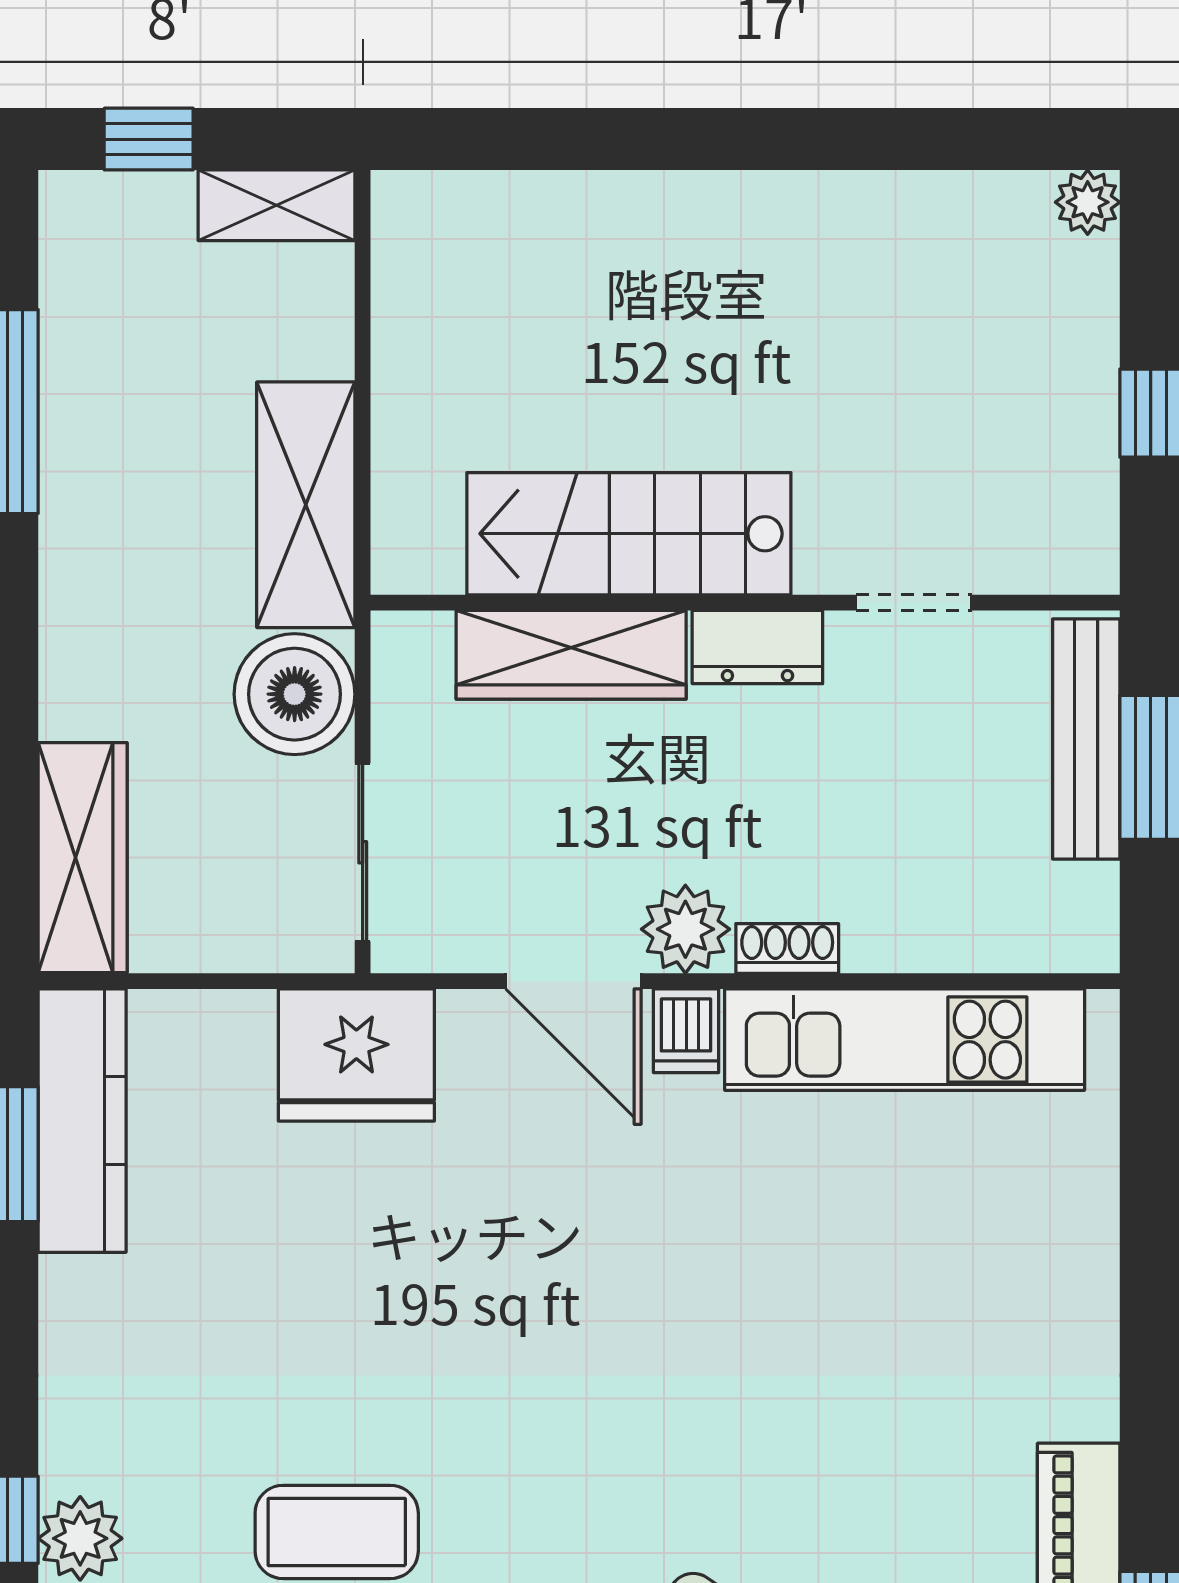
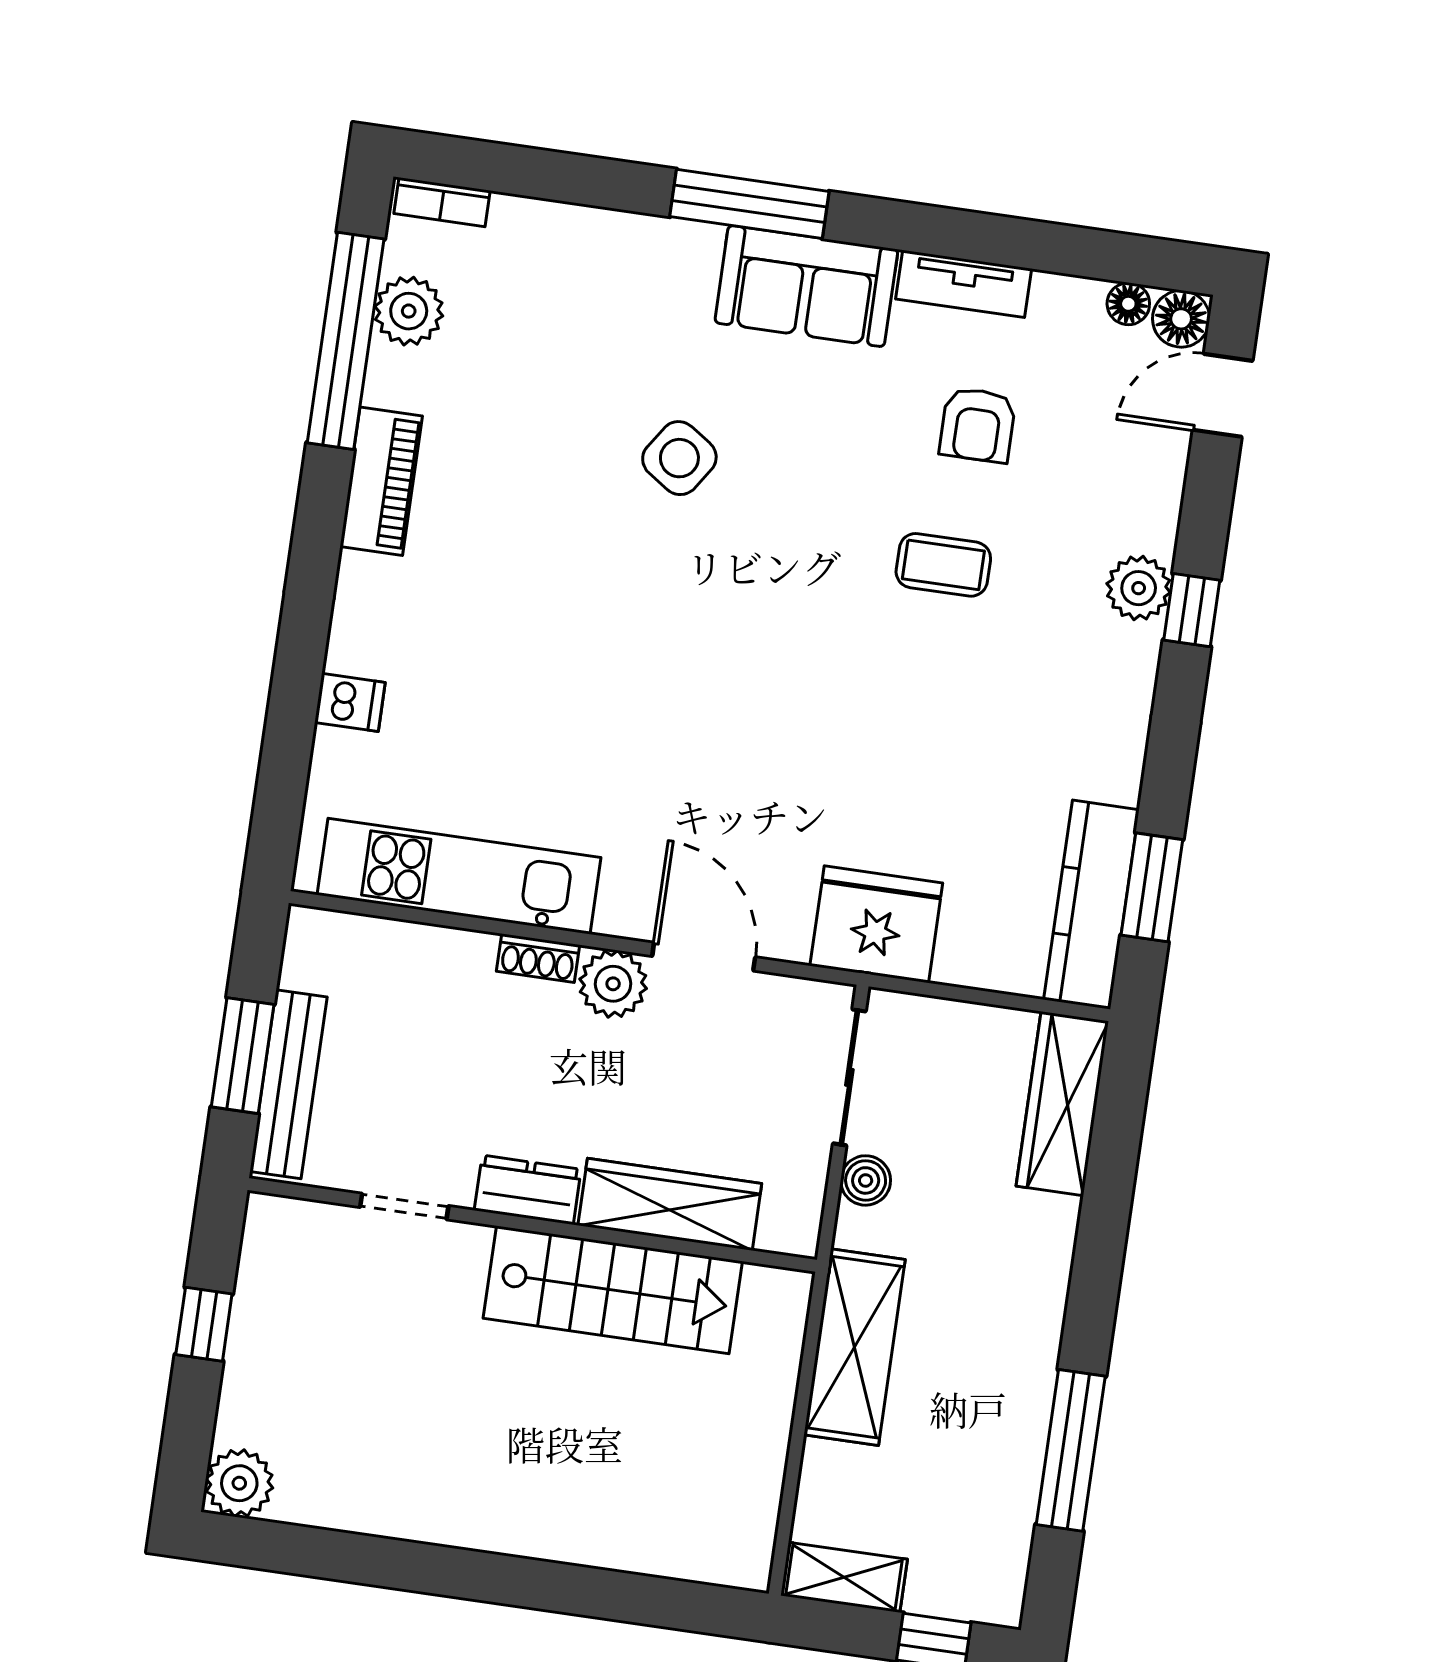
plant: (1088, 202) -> (239, 1483), width x1.38, depth x1.38
boiler: (295, 694) -> (866, 1180), width x0.54, depth x0.54
dishwasher: (686, 1031) -> (350, 702), moved, turned 90
coffee table: (337, 1532) -> (943, 565), width x0.73, depth x0.77

